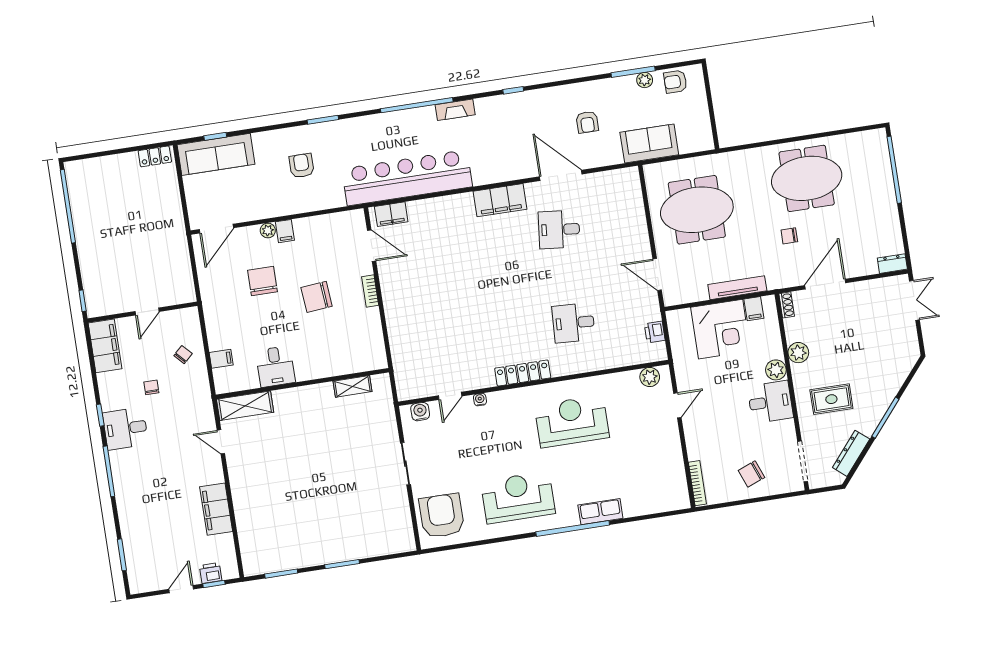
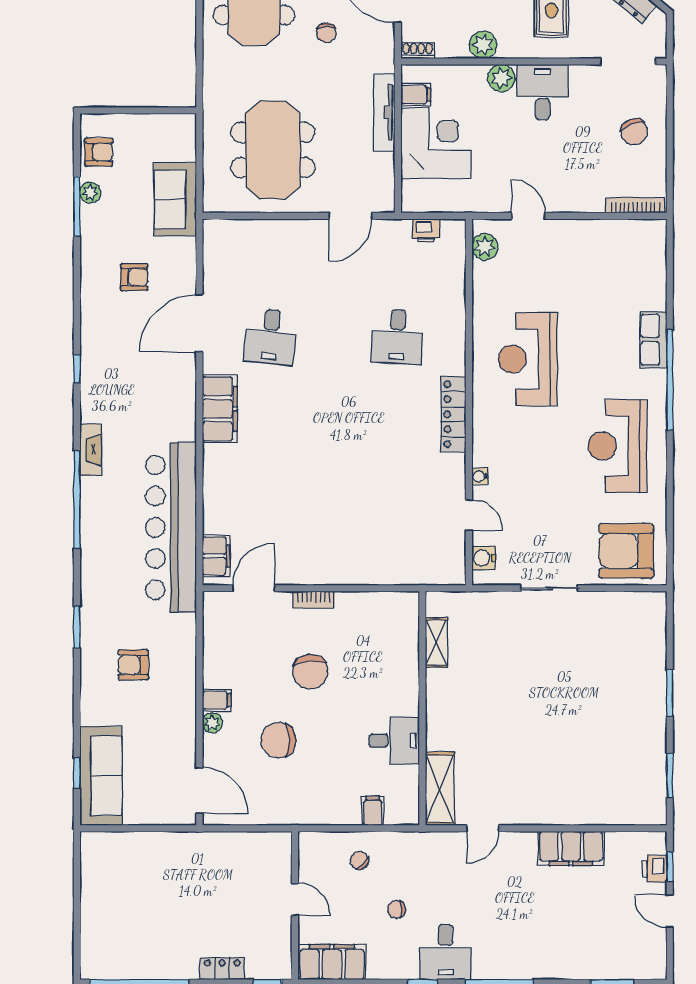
armchair: (675, 82) -> (99, 152), turned -90
locker: (155, 156) -> (222, 969), moved, turned -90

